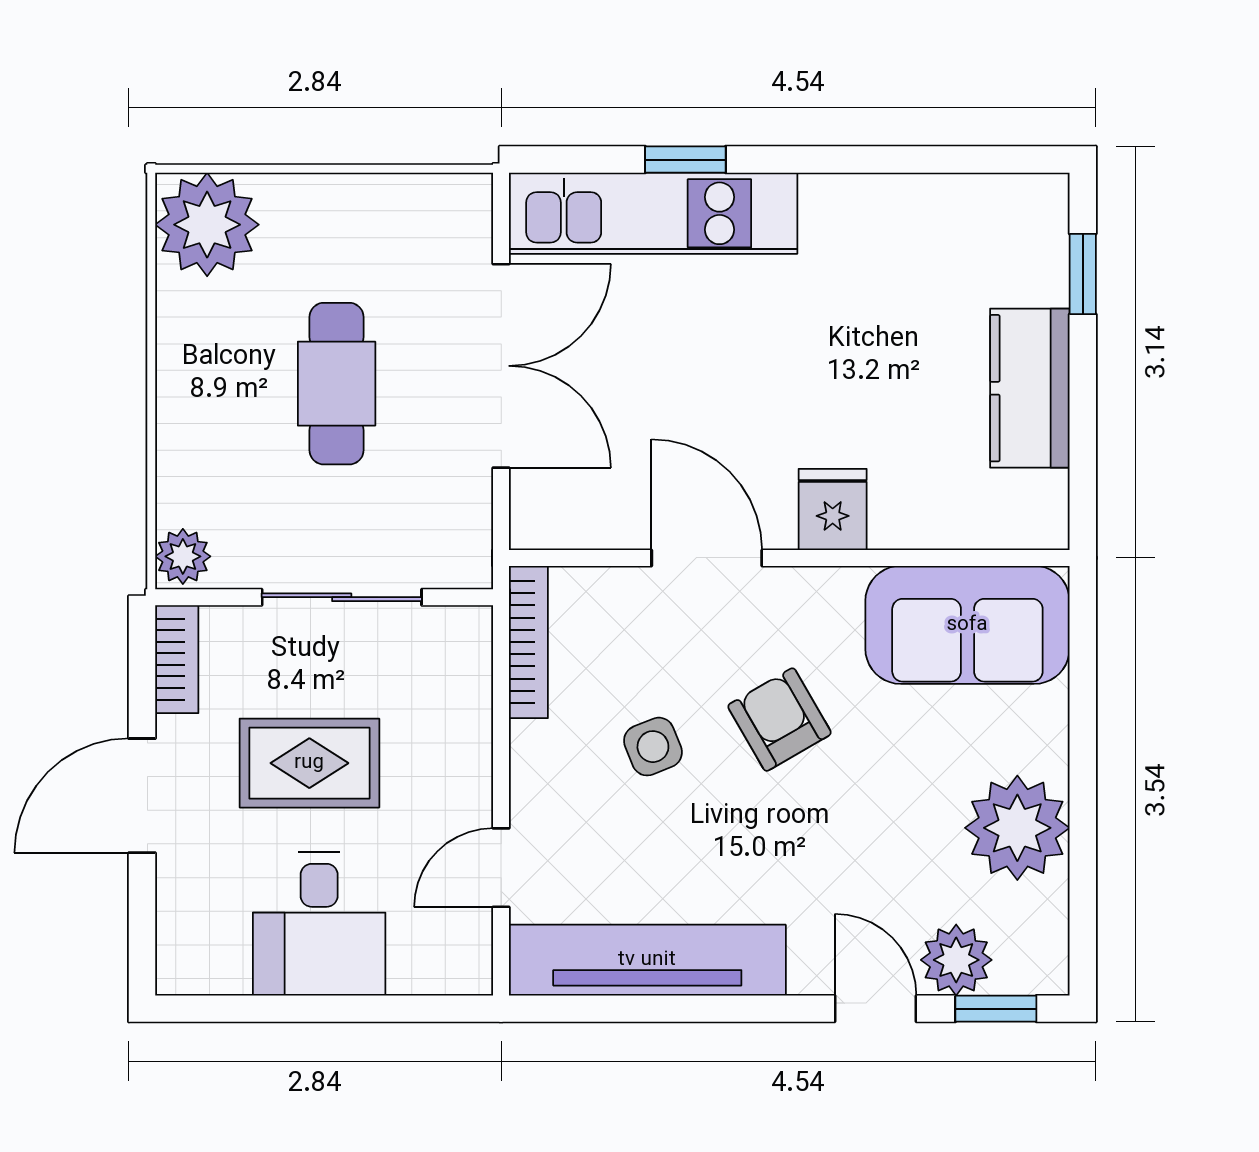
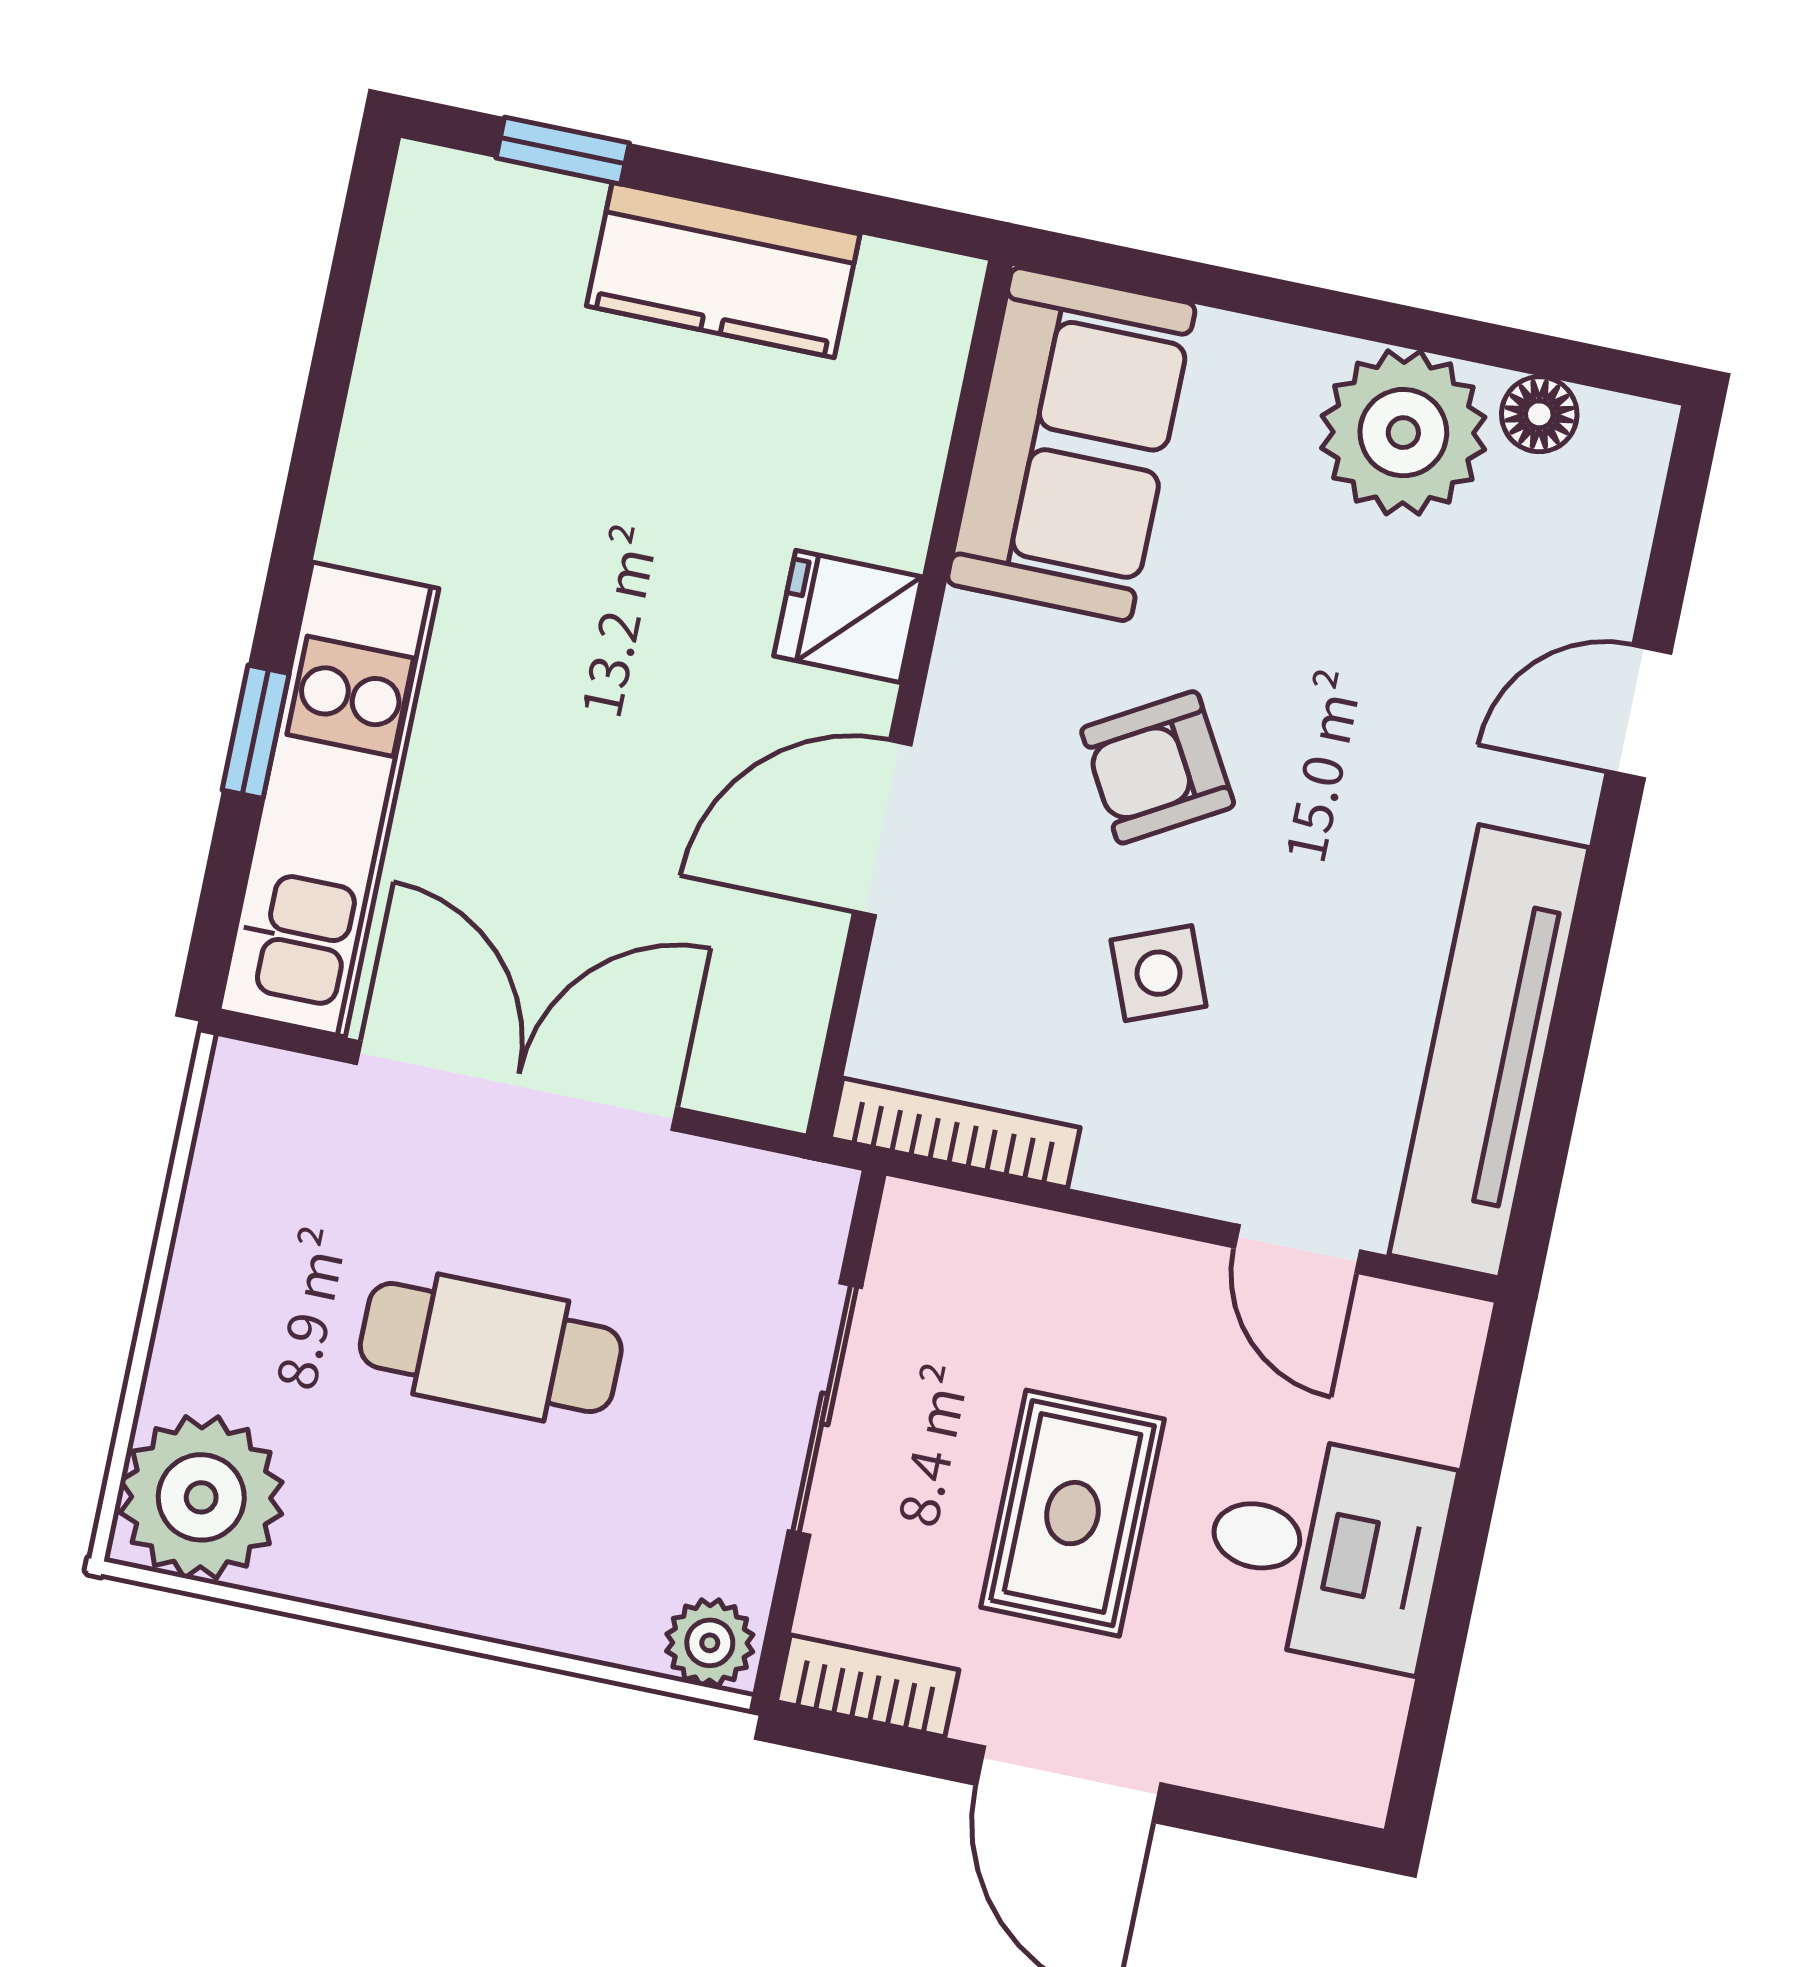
floor lamp: (1046, 909) -> (1539, 414), added
plant: (956, 960) -> (1589, 571), removed
window: (996, 1009) -> (1678, 525), removed

